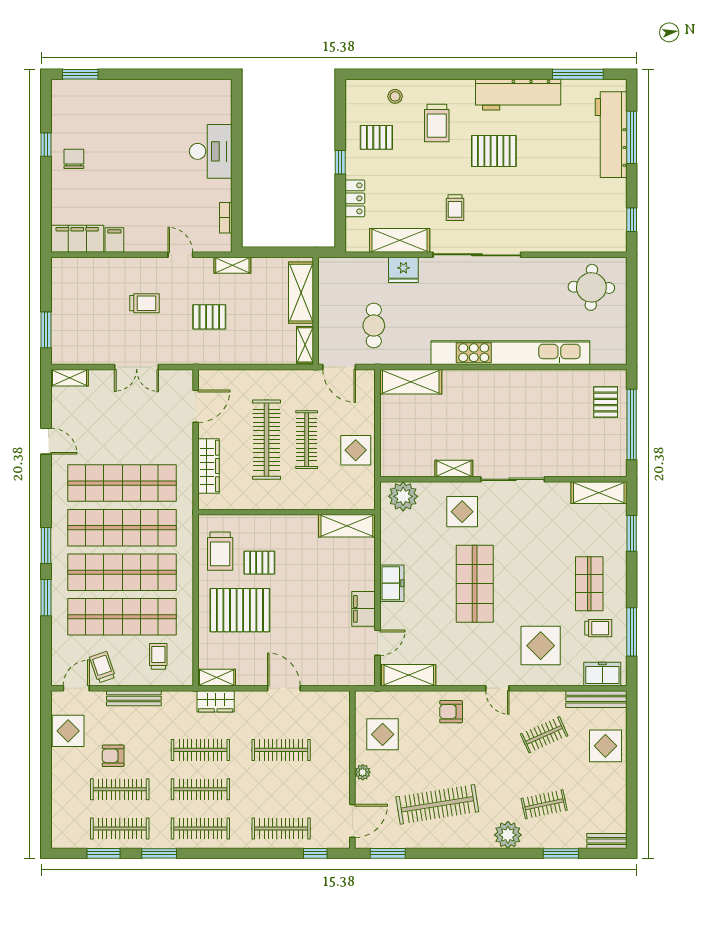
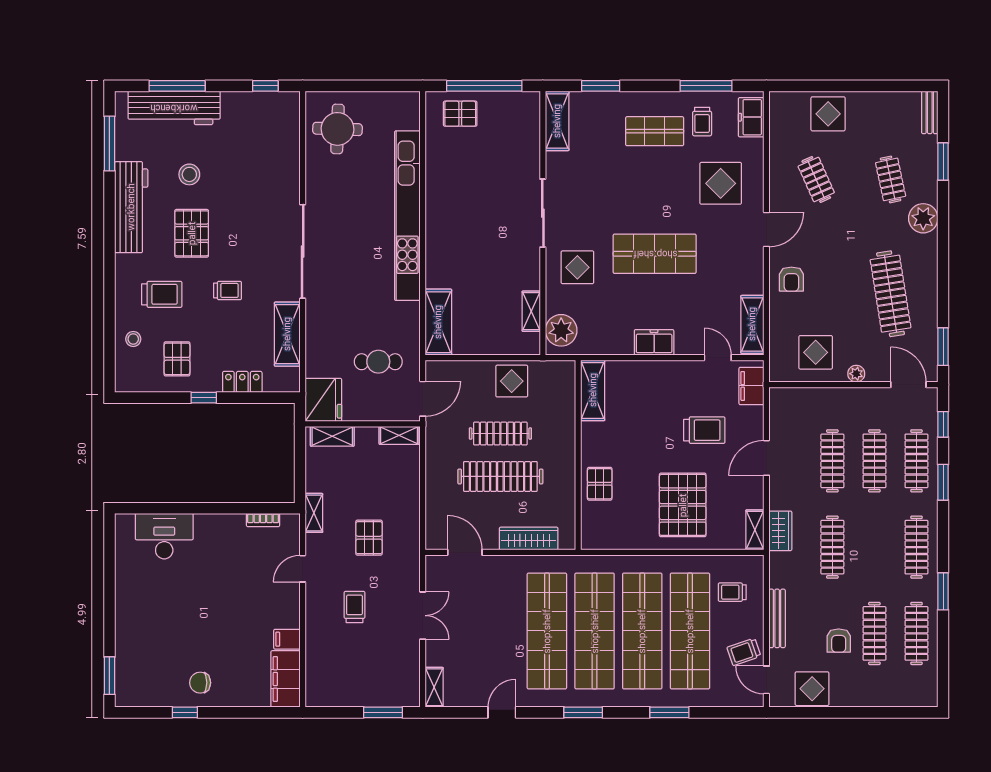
stool: (549, 149) -> (189, 174), added
desk: (211, 151) -> (164, 536), moved
trolley: (455, 208) -> (228, 290), moved
fridge: (403, 270) -> (323, 400), moved, width x1.36, depth x1.34
shelving: (301, 293) -> (332, 436), width x0.67, depth x0.75
shelving: (454, 468) -> (531, 311), moved
window: (46, 545) -> (583, 712), moved
trolley: (220, 551) -> (704, 430), moved
pallet: (259, 563) -> (600, 484), moved
filing cabinet: (364, 609) -> (751, 386), moved, turned 90
trolley: (598, 628) -> (702, 122), turned 180
door: (497, 688) -> (766, 229), width x1.38
bench: (596, 699) -> (778, 124), removed
clothes rail: (200, 789) -> (874, 461), moved
window: (104, 853) -> (943, 482), moved

